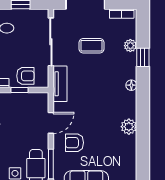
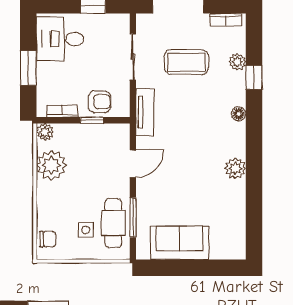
sliding door: (51, 42) -> (133, 57), width x0.73
coffee table: (91, 46) -> (186, 62), width x1.36, depth x1.30
armchair: (74, 143) -> (164, 190), removed

